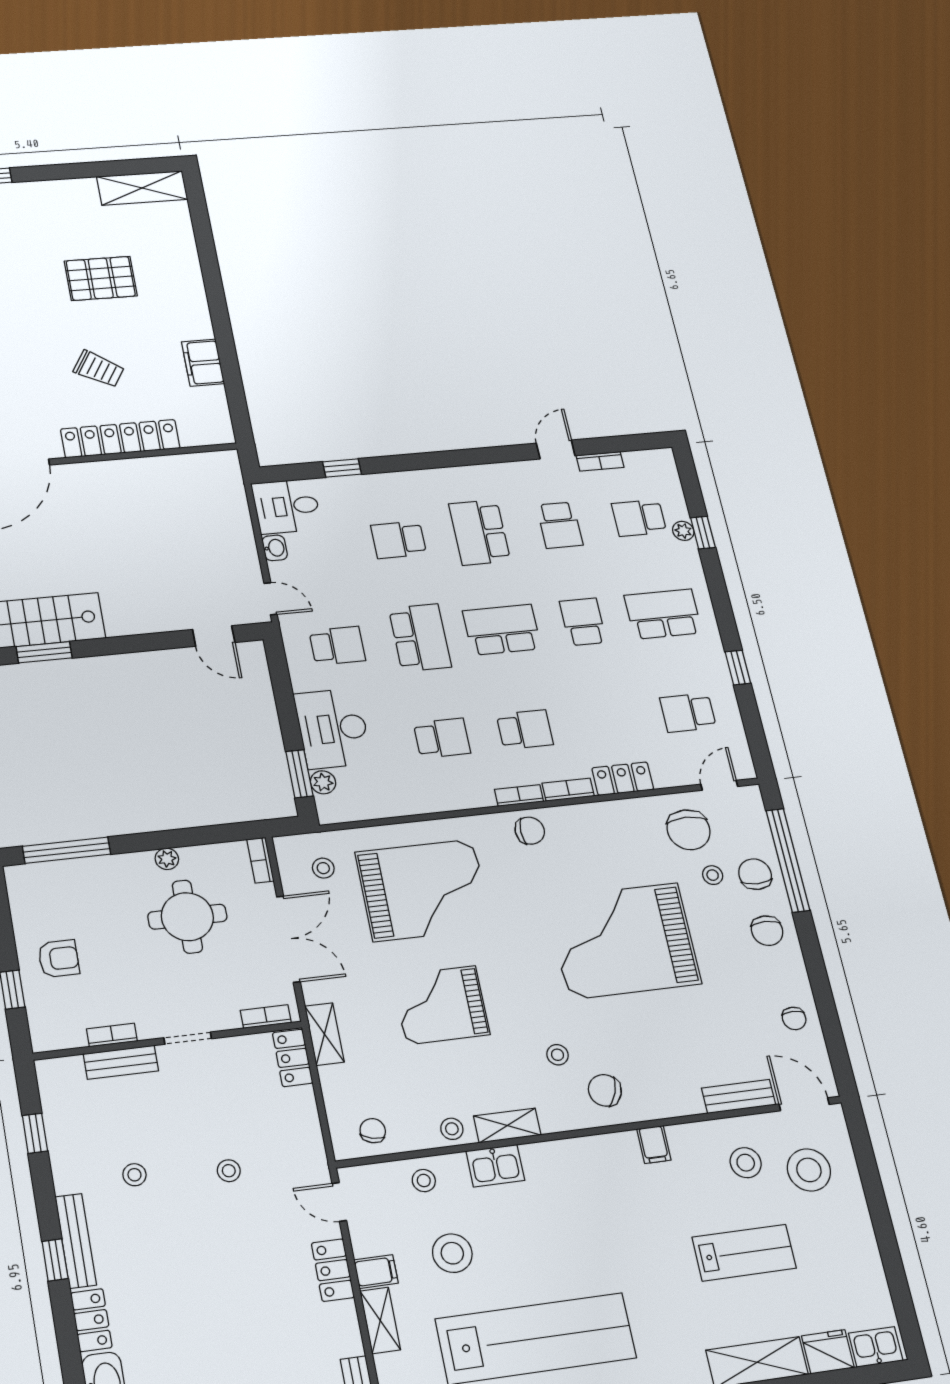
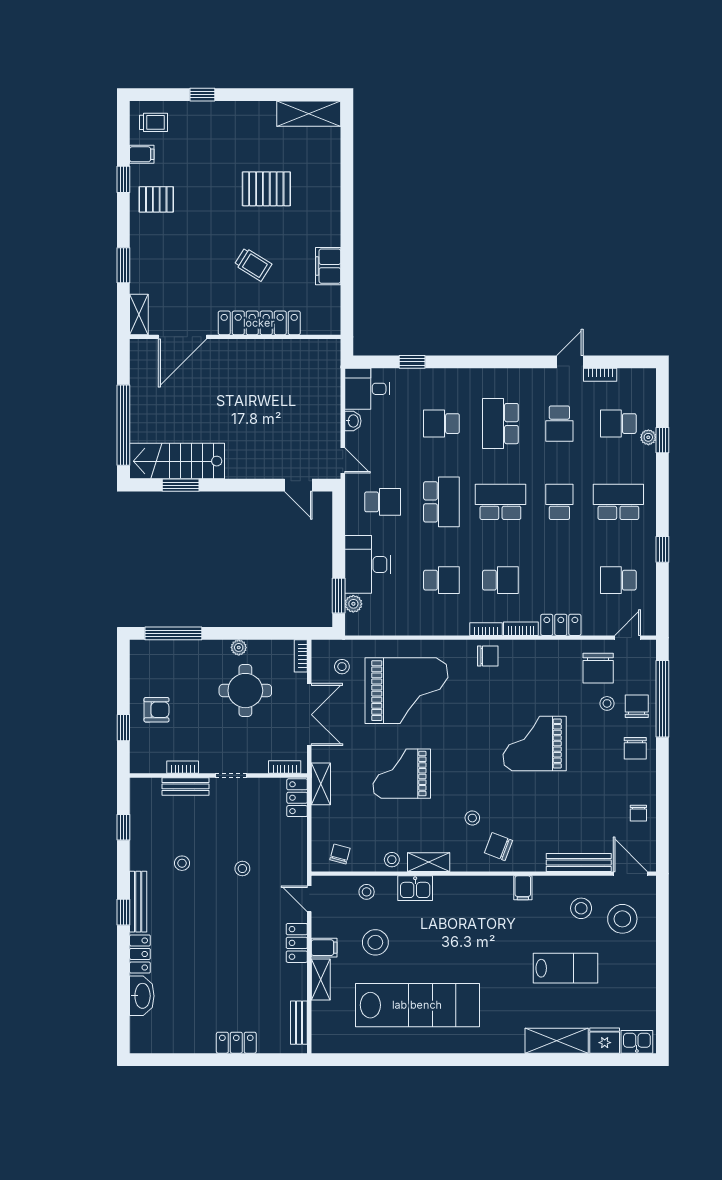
grand piano: (623, 941) -> (535, 744), width x0.73, depth x0.68
bench: (739, 1096) -> (579, 862), width x1.36

